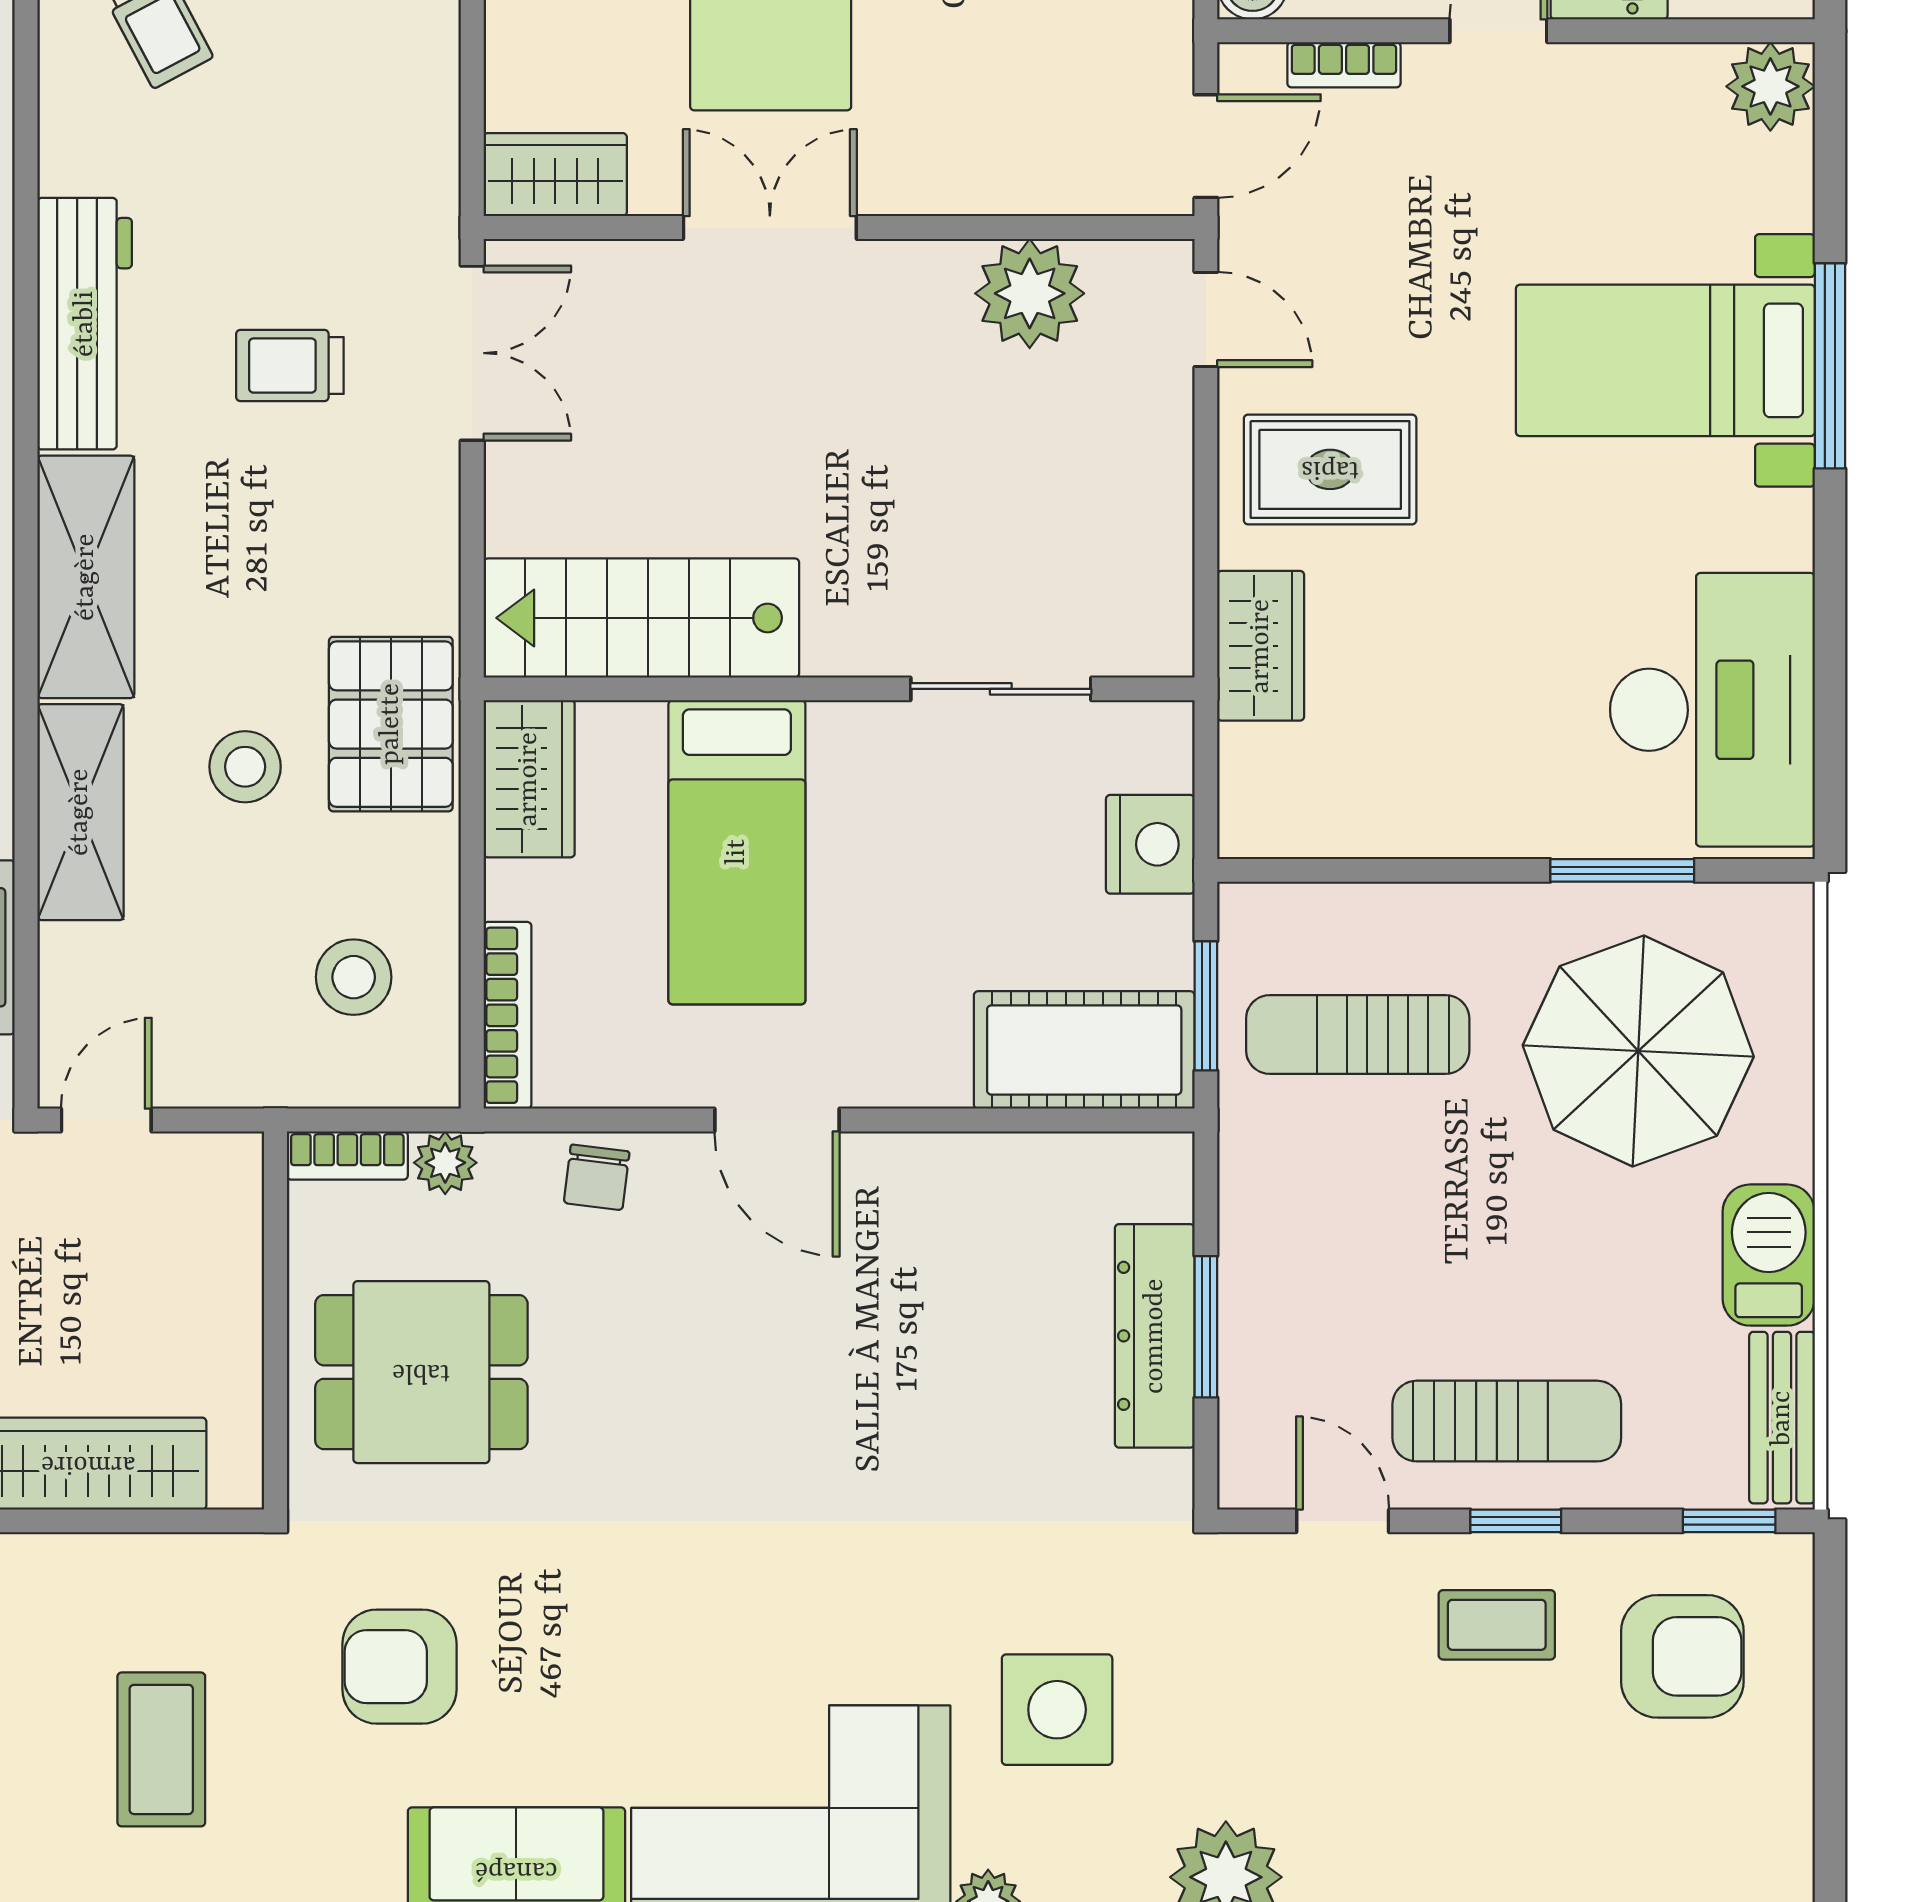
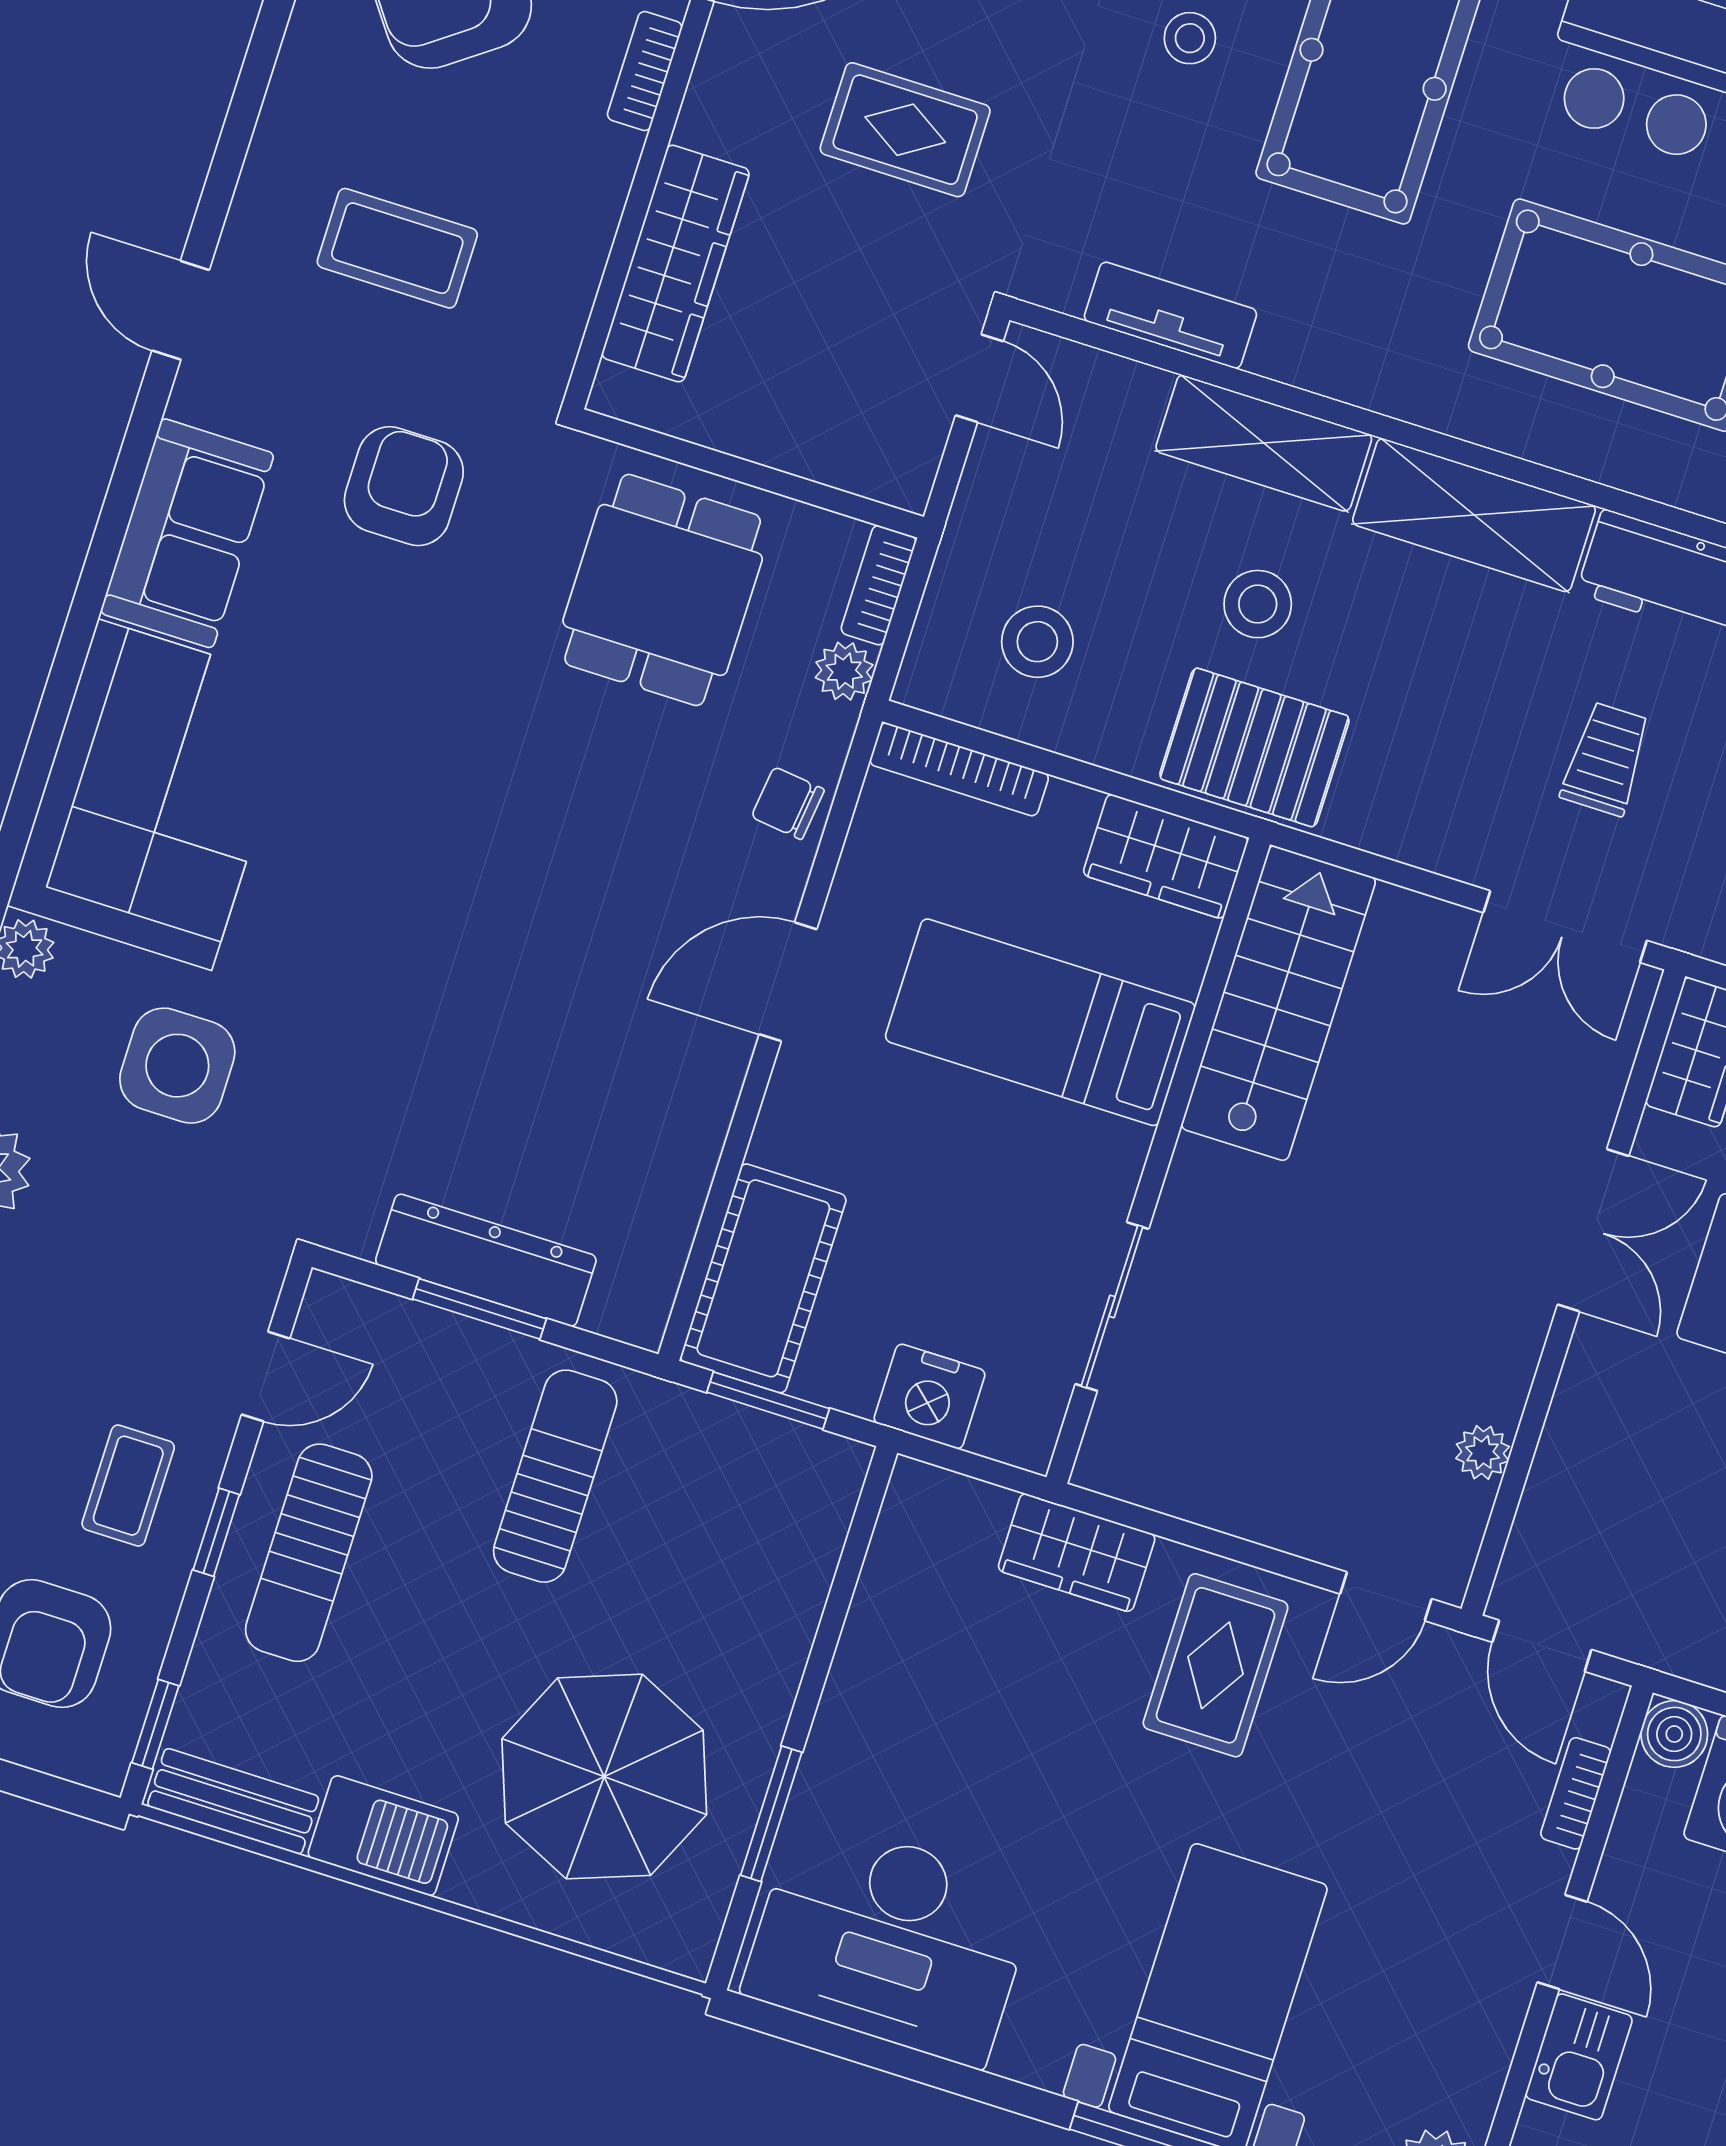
plant: (1030, 293) -> (1483, 1453), width x0.53, depth x0.53
sun lounger: (1358, 1034) -> (555, 1476), moved

